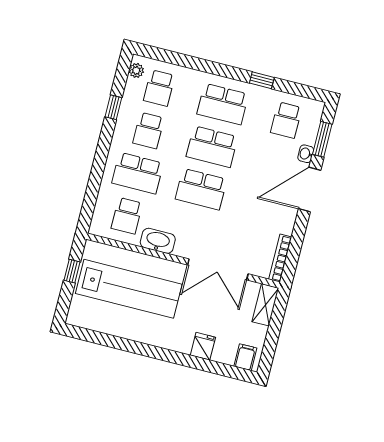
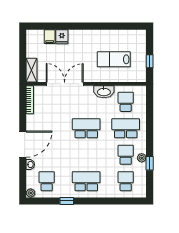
plant: (136, 70) -> (142, 158), moved
plant: (317, 108) -> (31, 193), added
window: (322, 139) -> (23, 175), removed
school desk: (212, 147) -> (86, 155), removed
lab bench: (129, 289) -> (114, 59), width x0.54, depth x0.72
filing cabinet: (245, 357) -> (50, 37), moved

